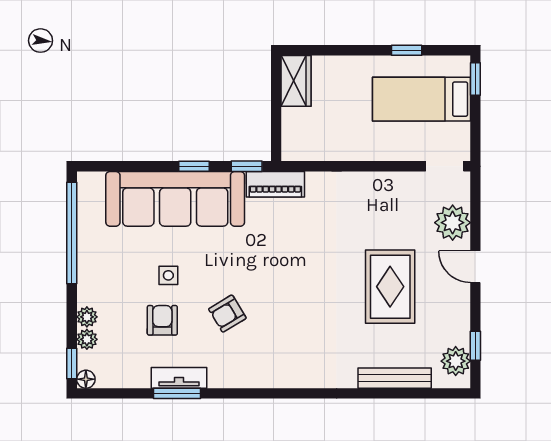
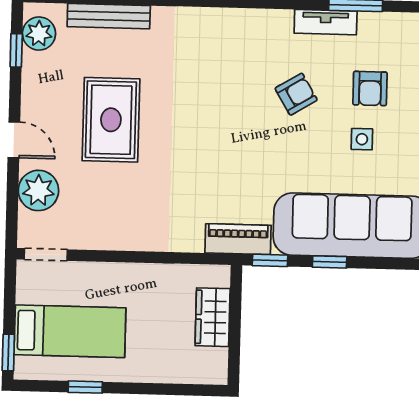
wardrobe: (296, 81) -> (213, 317), moved
tv unit: (179, 378) -> (326, 22), moved

